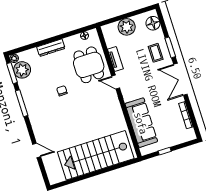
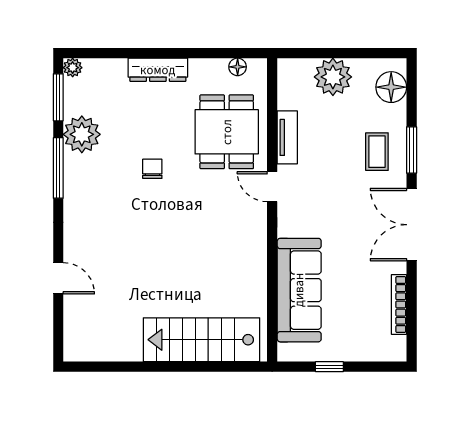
plant: (22, 70) -> (82, 134), moved
stairs: (96, 155) -> (202, 340), width x0.73, depth x0.66

